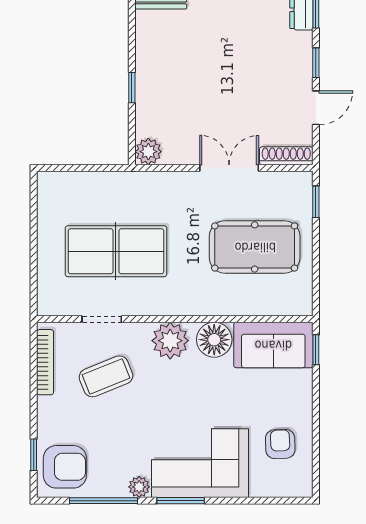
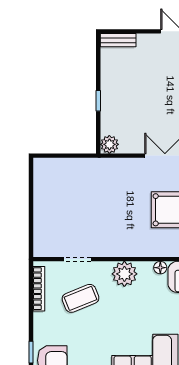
table tennis table: (116, 251) -> (87, 213), removed
floor lamp: (214, 340) -> (160, 268), width x0.53, depth x0.53

